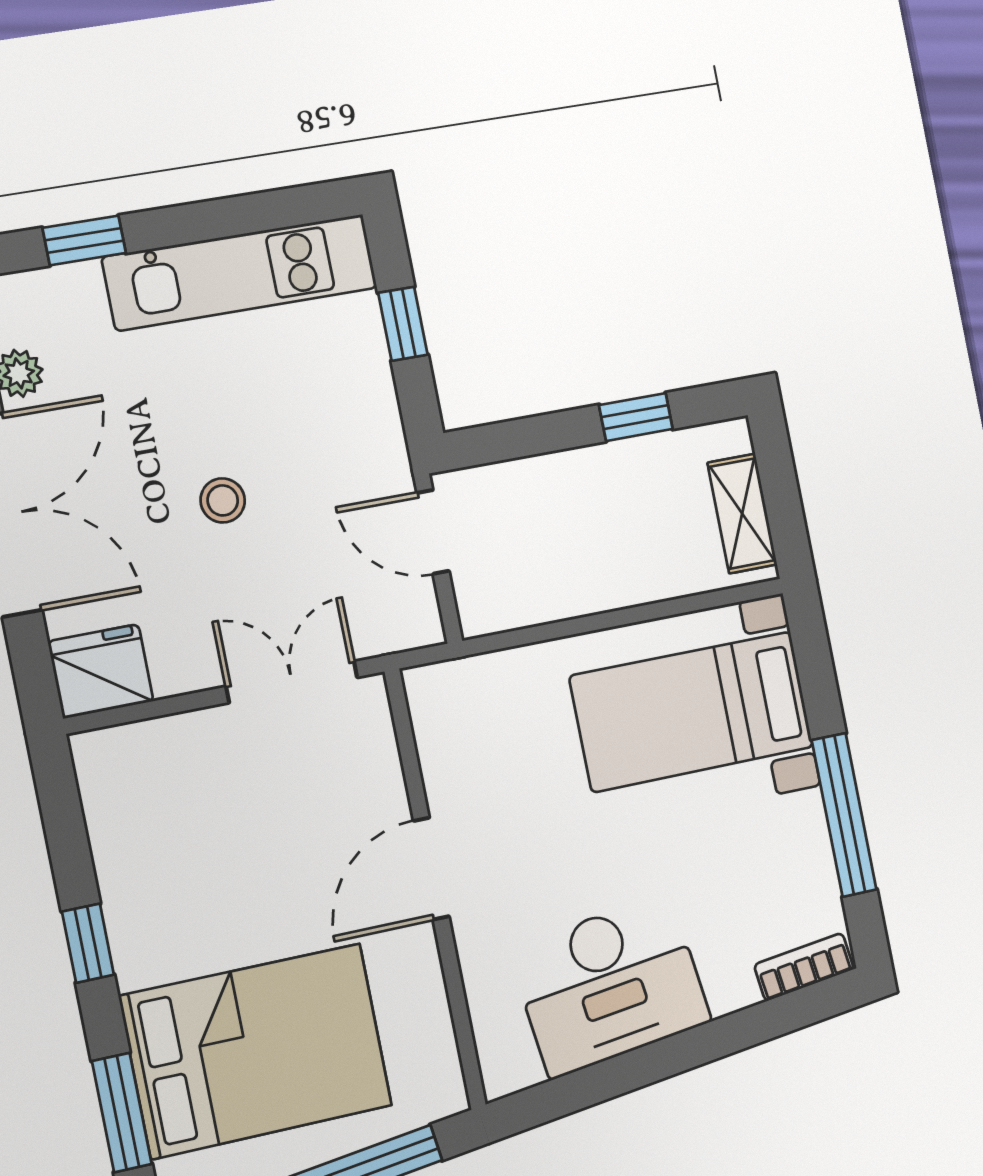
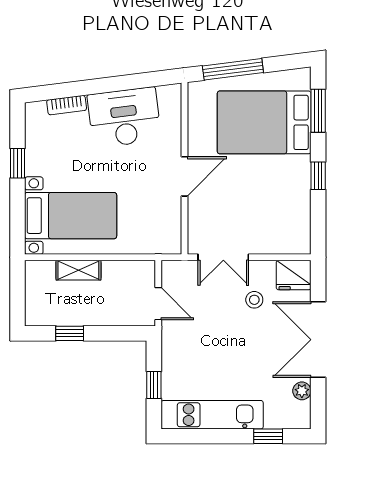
stool: (223, 500) -> (254, 300), moved
shelving: (742, 514) -> (78, 270), moved, turned 90
window: (844, 815) -> (17, 163), width x0.46
bookcase: (804, 967) -> (67, 105), moved

